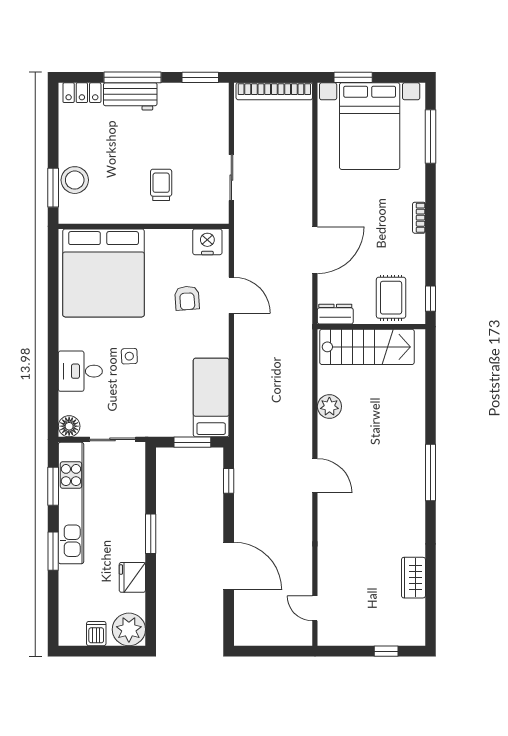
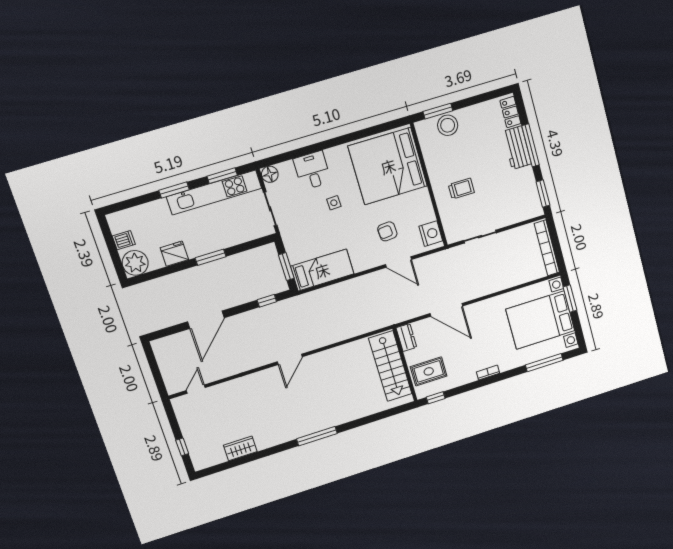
door: (231, 295) -> (399, 262), hinge flipped
plant: (329, 406) -> (341, 354), removed

